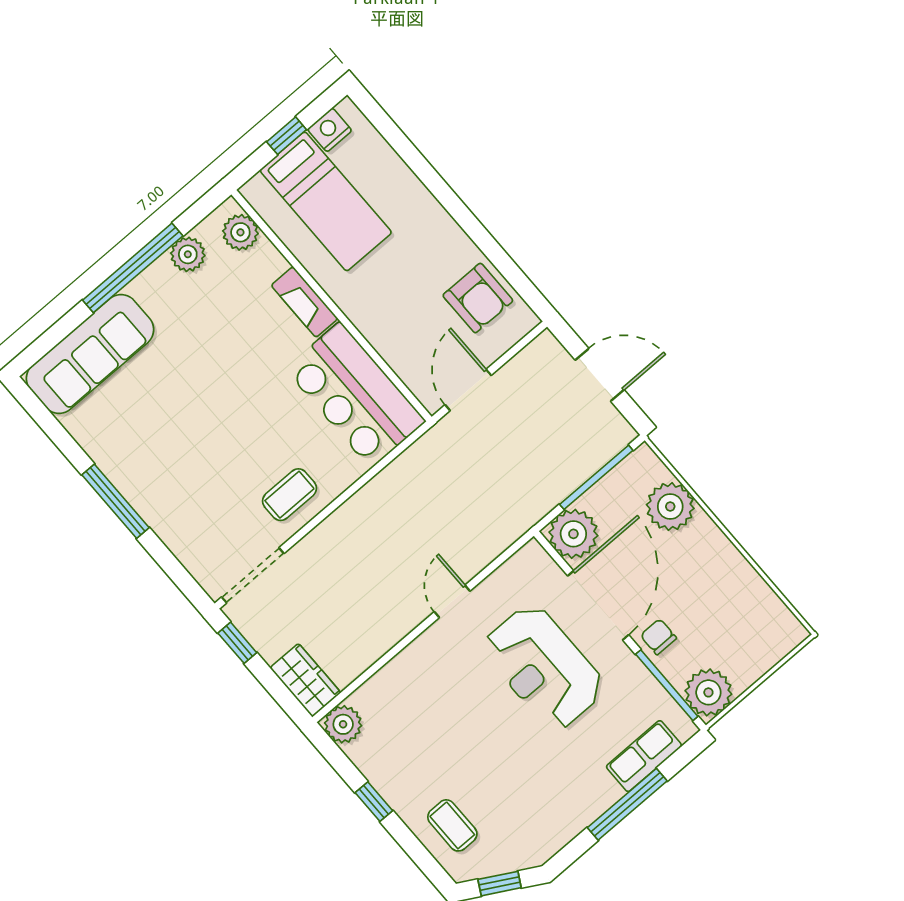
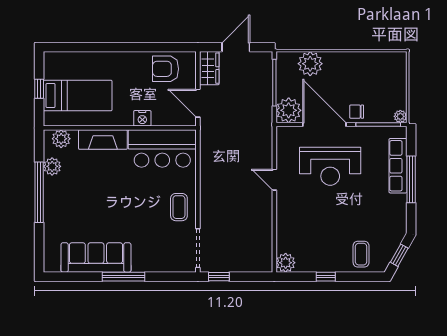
nightstand: (330, 130) -> (142, 118), moved, turned -90
armchair: (478, 298) -> (166, 69), turned 180
fireplace: (304, 302) -> (103, 140), width x1.37, depth x1.32
sofa: (90, 354) -> (96, 257), moved, turned -90
wardrobe: (305, 680) -> (209, 68), moved, turned 90
plant: (708, 692) -> (400, 116), width x0.53, depth x0.53
row of seats: (644, 756) -> (398, 166), width x1.48
coffee table: (452, 825) -> (361, 254), turned 90

